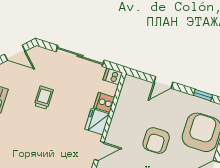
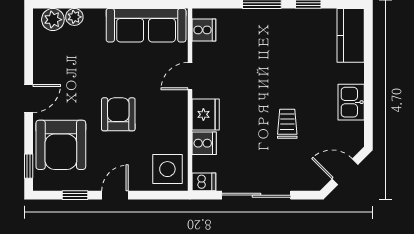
door: (163, 82) -> (115, 195), moved
side table: (135, 93) -> (167, 169), added
trolley: (44, 98) -> (287, 124), turned 180

